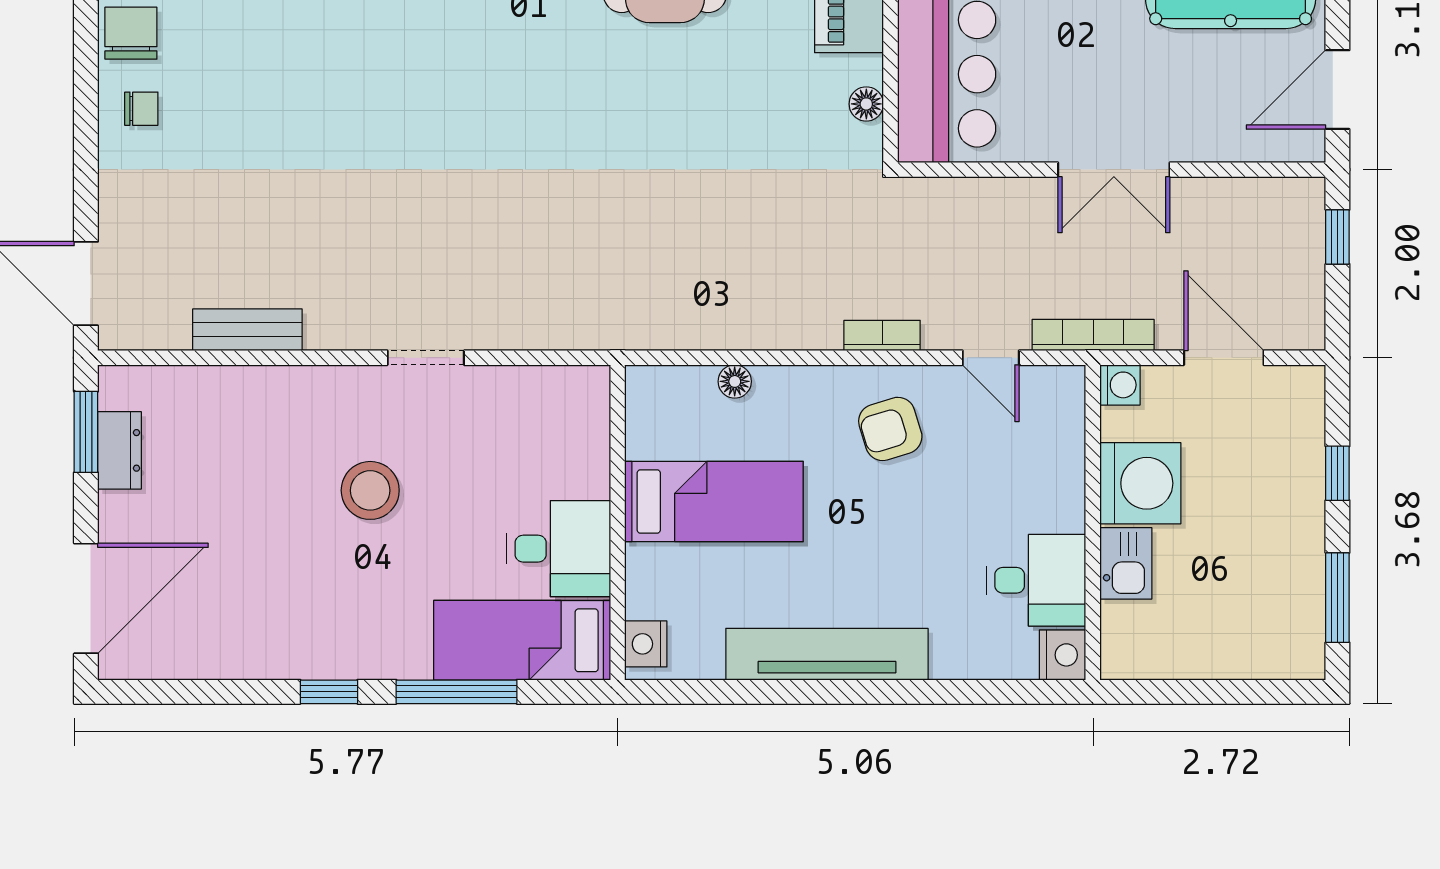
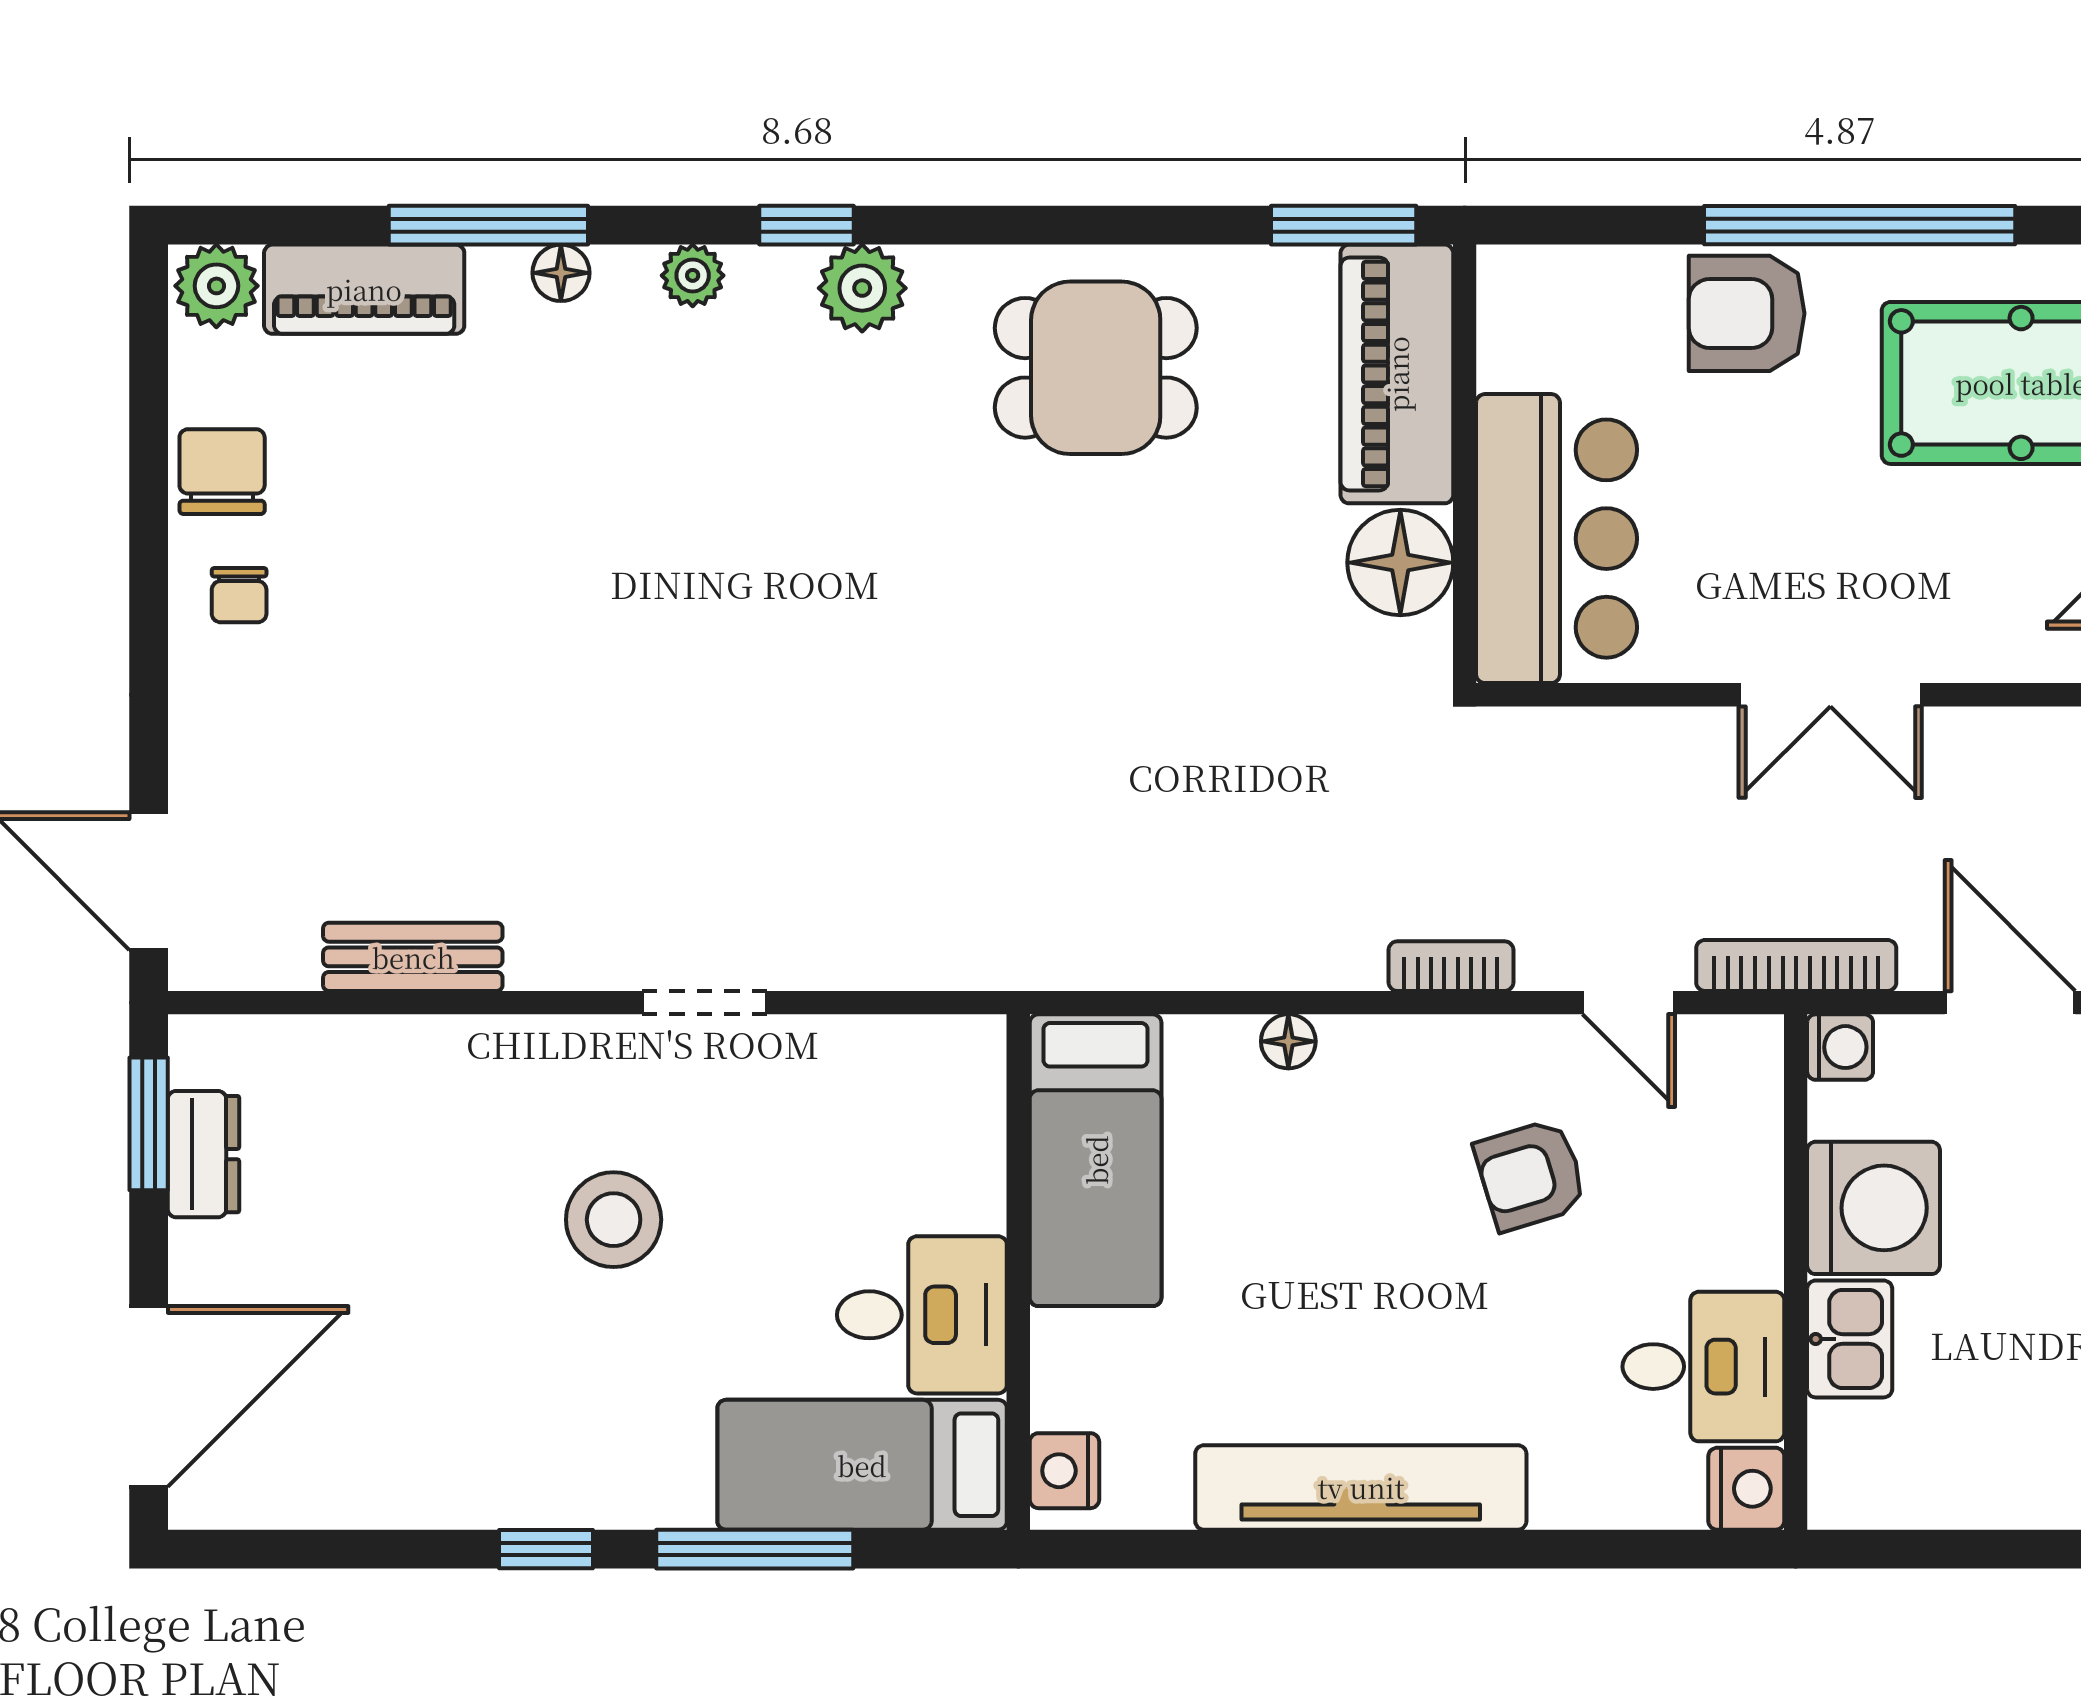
floor lamp: (866, 104) -> (1400, 563), width x1.89, depth x1.89
chair: (141, 109) -> (239, 595), turned 90
floor lamp: (735, 381) -> (1288, 1041), moved
armchair: (890, 429) -> (1531, 1175), moved
bed: (714, 502) -> (1096, 1160), moved, turned 90

